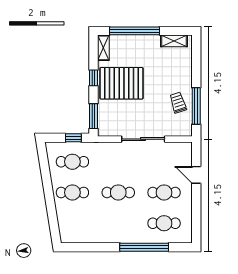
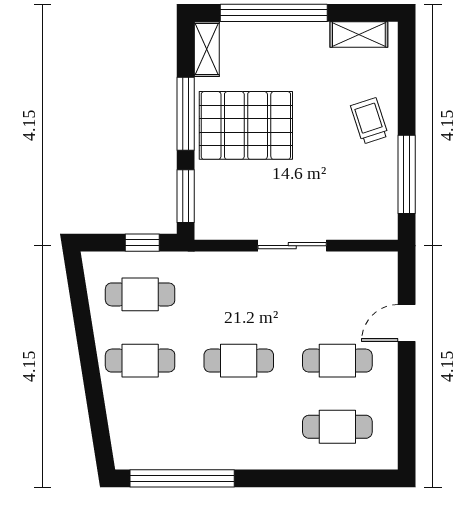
window: (94, 78) -> (186, 114), width x2.17
trolley: (178, 103) -> (369, 121), moved
sliding door: (143, 139) -> (292, 246), width x0.73
door: (196, 175) -> (407, 323), hinge flipped
window: (144, 247) -> (182, 478), moved

